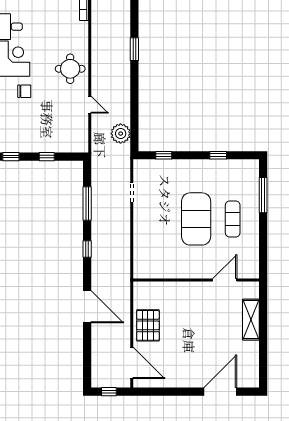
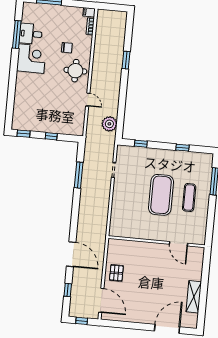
chair: (24, 91) -> (67, 48), moved
window: (87, 249) -> (68, 290), moved
door: (225, 280) -> (179, 244), swing flipped
shelving: (251, 320) -> (194, 297), moved
pallet: (148, 325) -> (116, 273), width x0.67, depth x0.71

